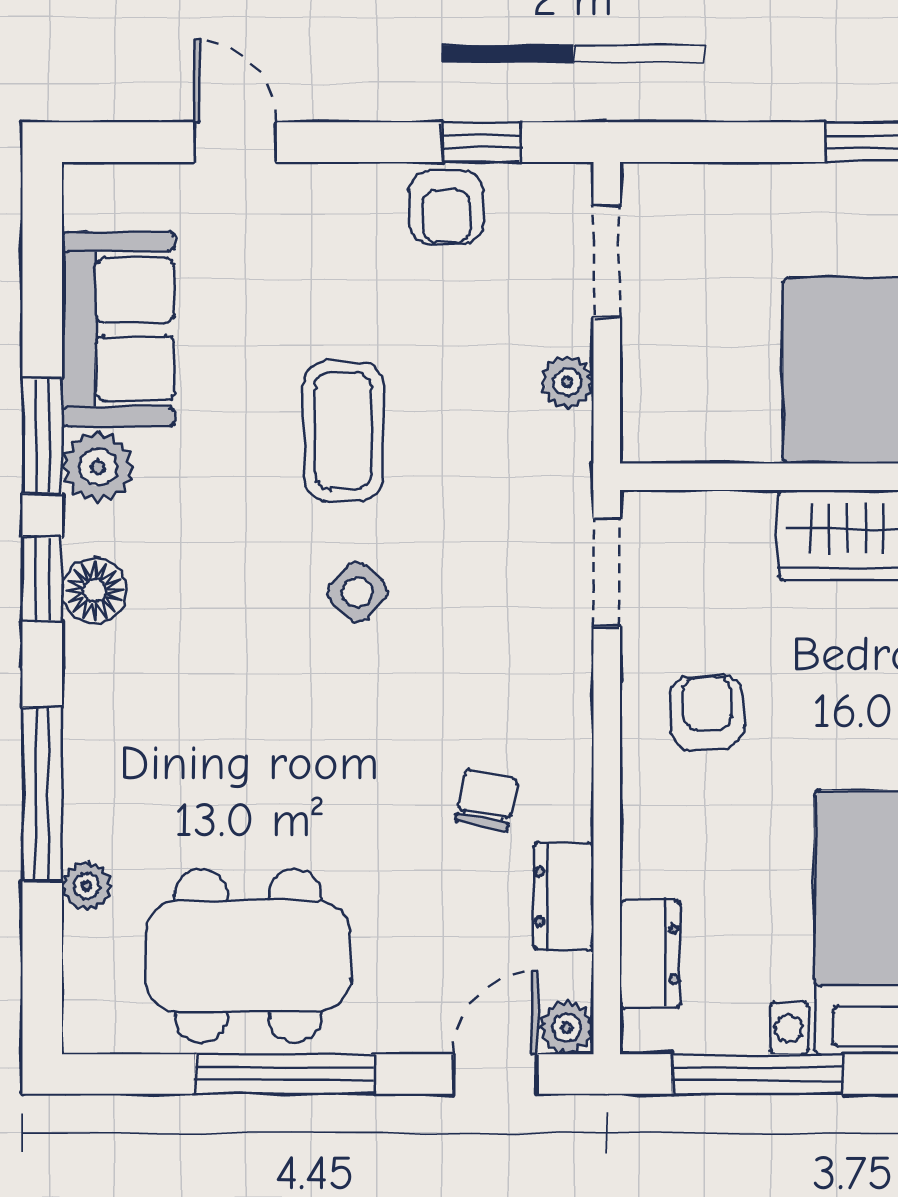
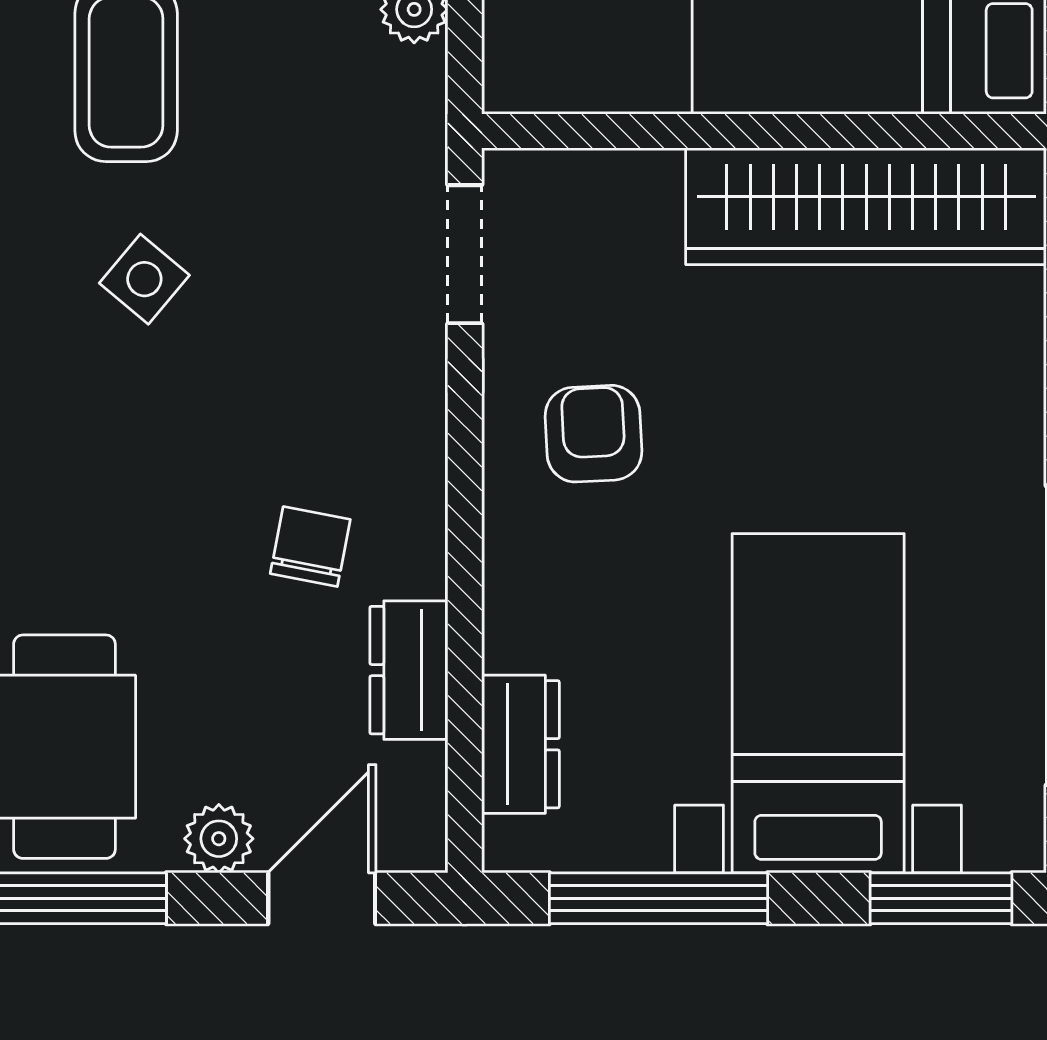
plant: (567, 1028) -> (219, 839), moved

